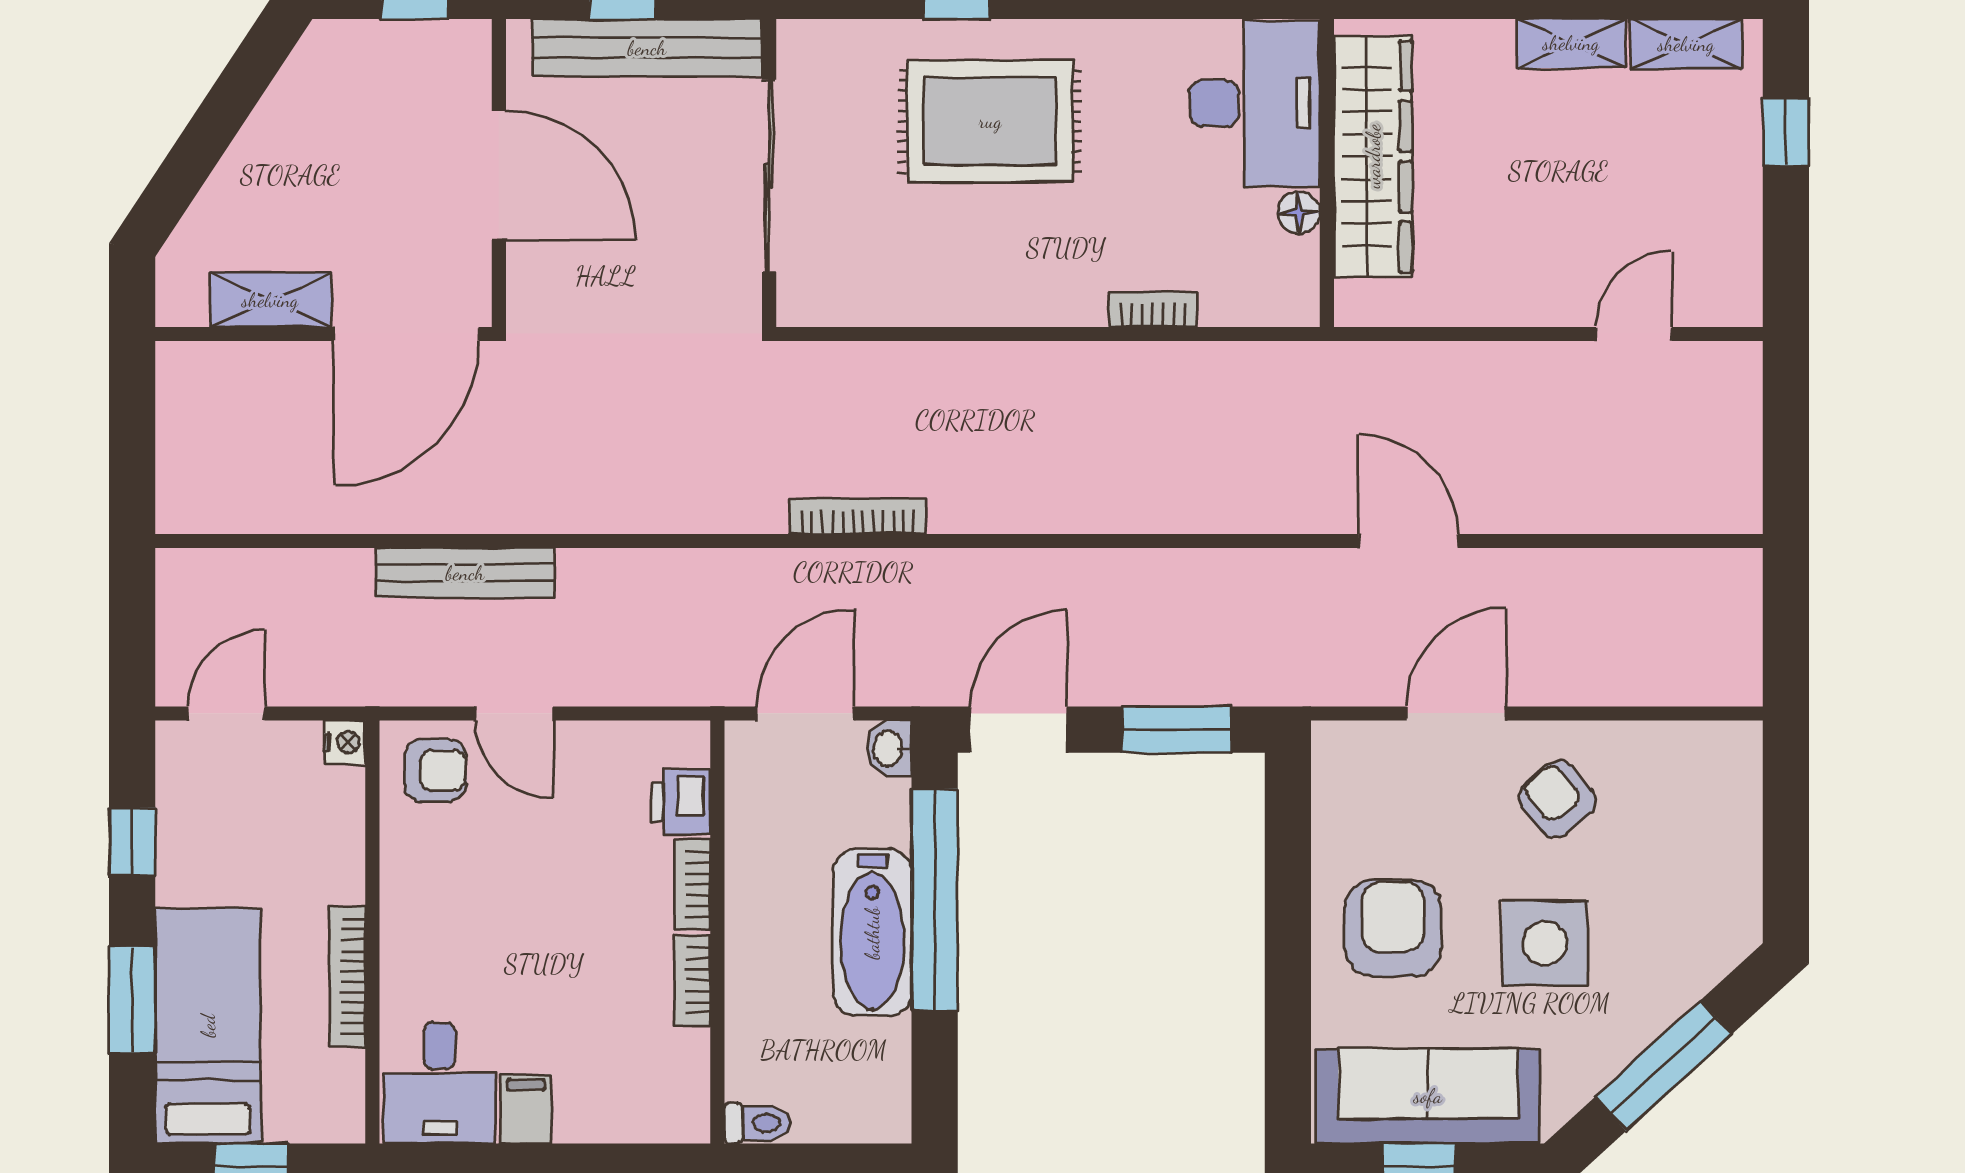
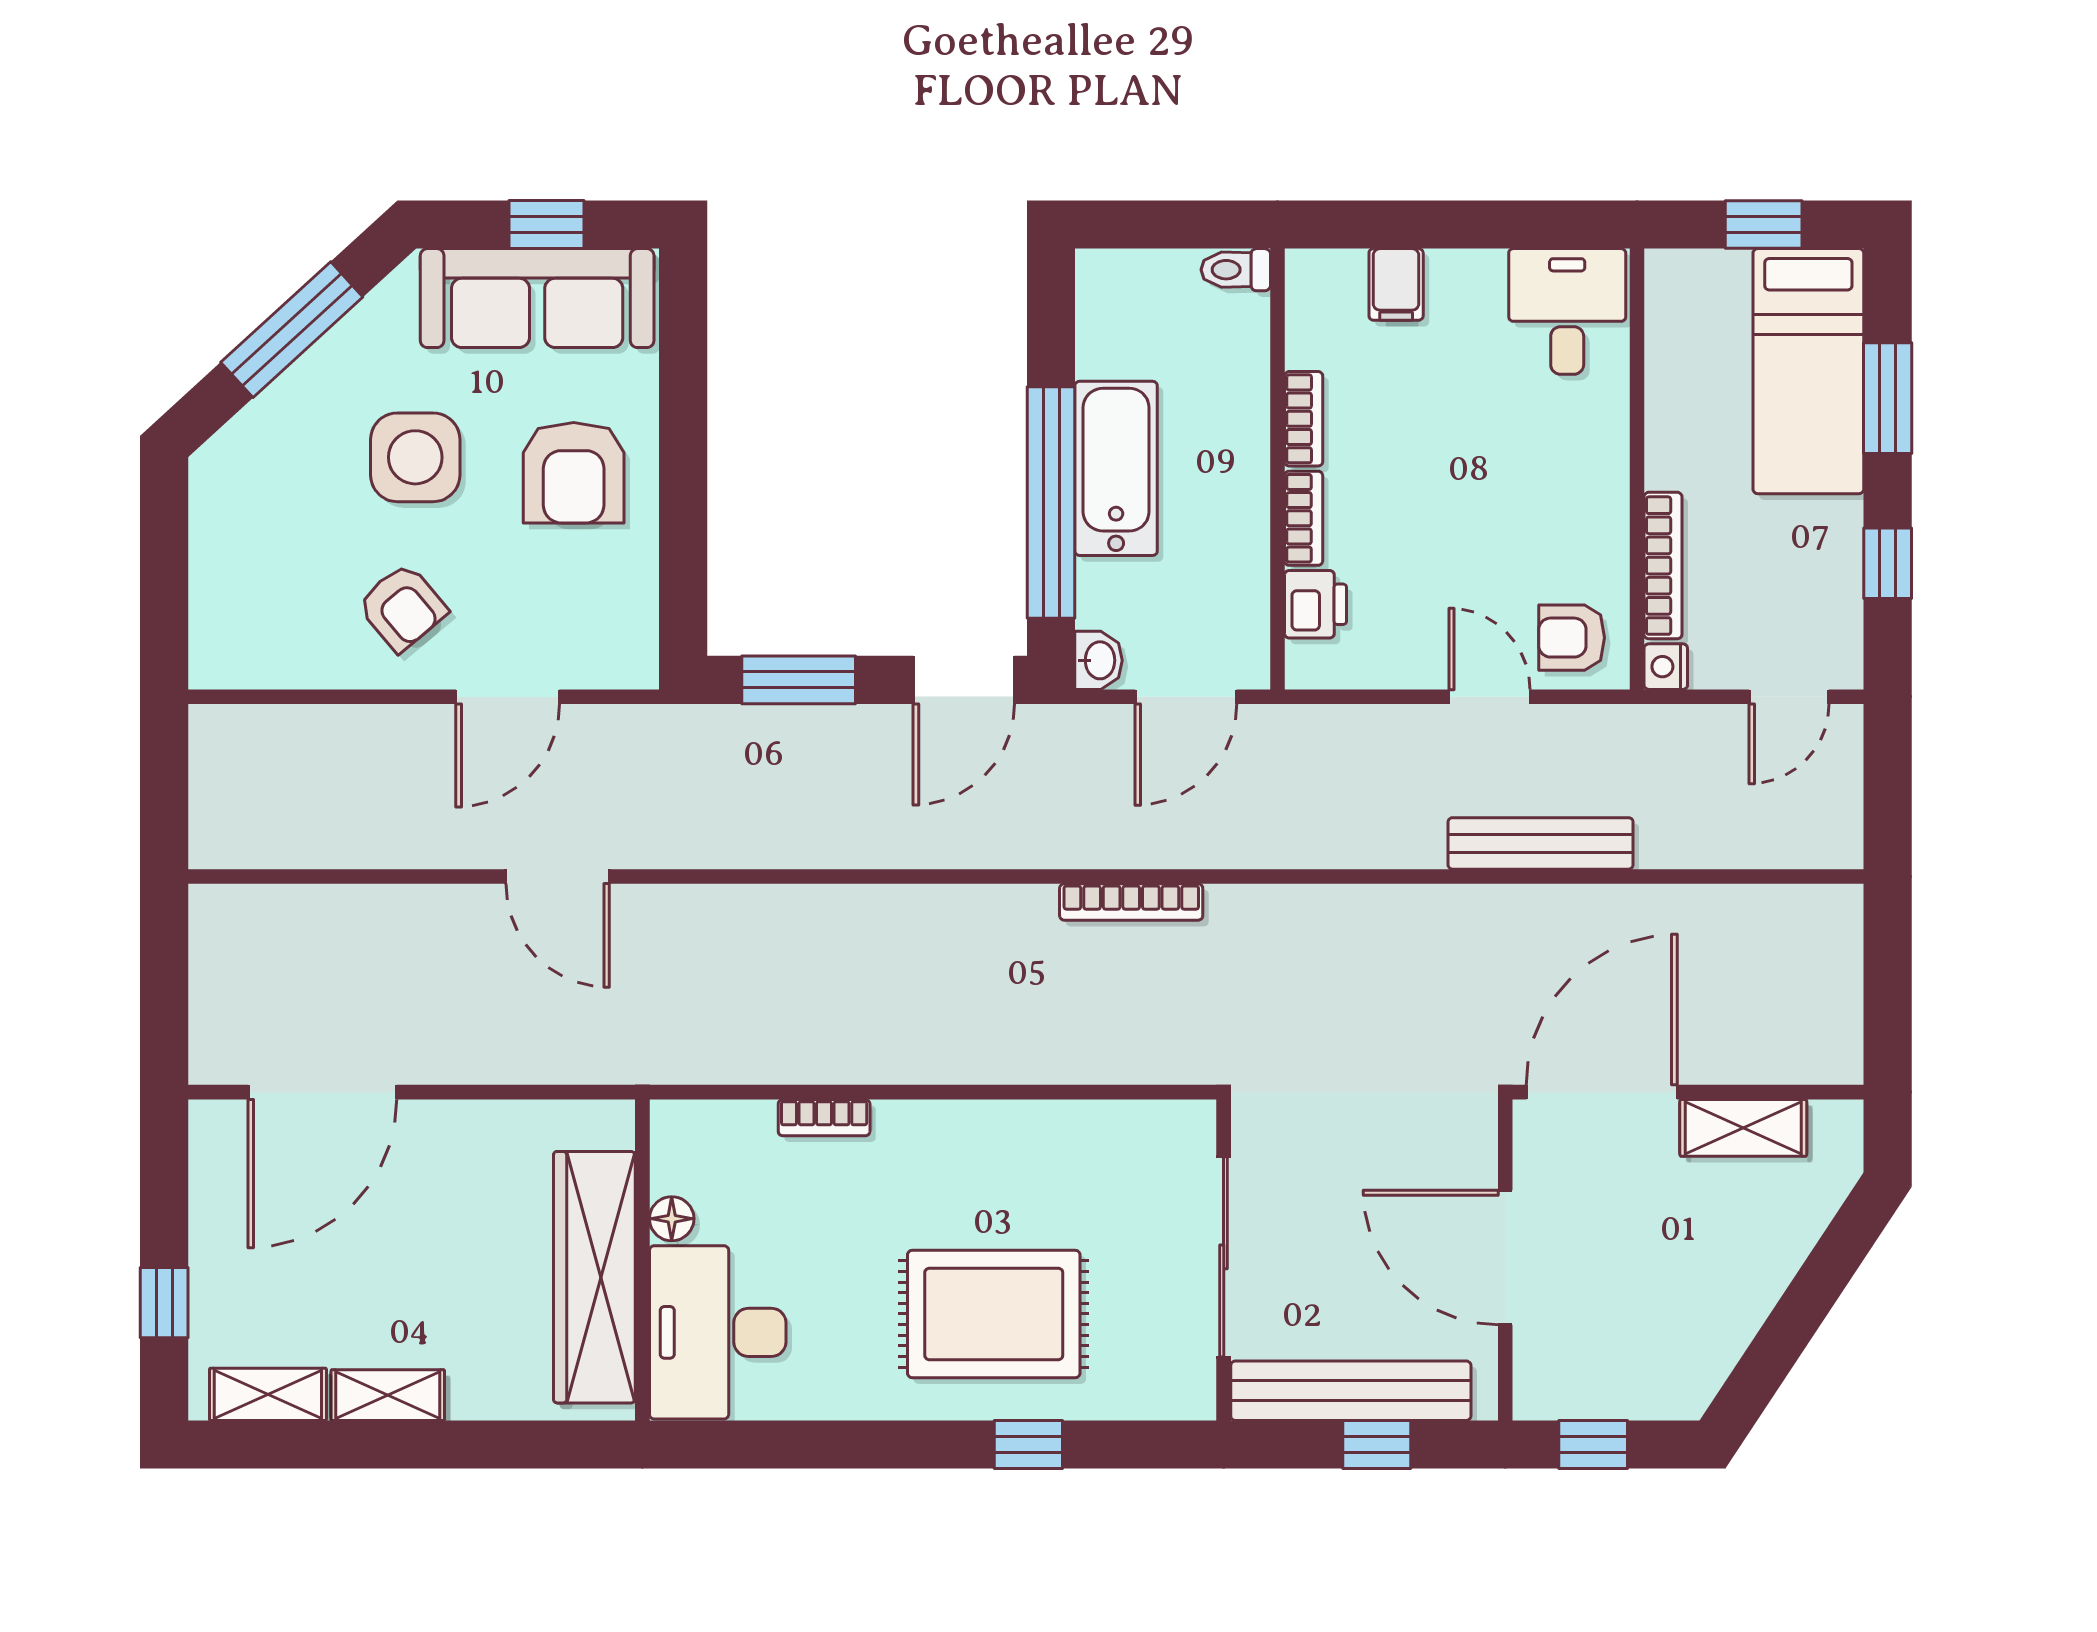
door: (1634, 334) -> (322, 1092), width x1.88
bookcase: (347, 976) -> (1663, 566), moved
filing cabinet: (526, 1109) -> (1396, 284), moved

